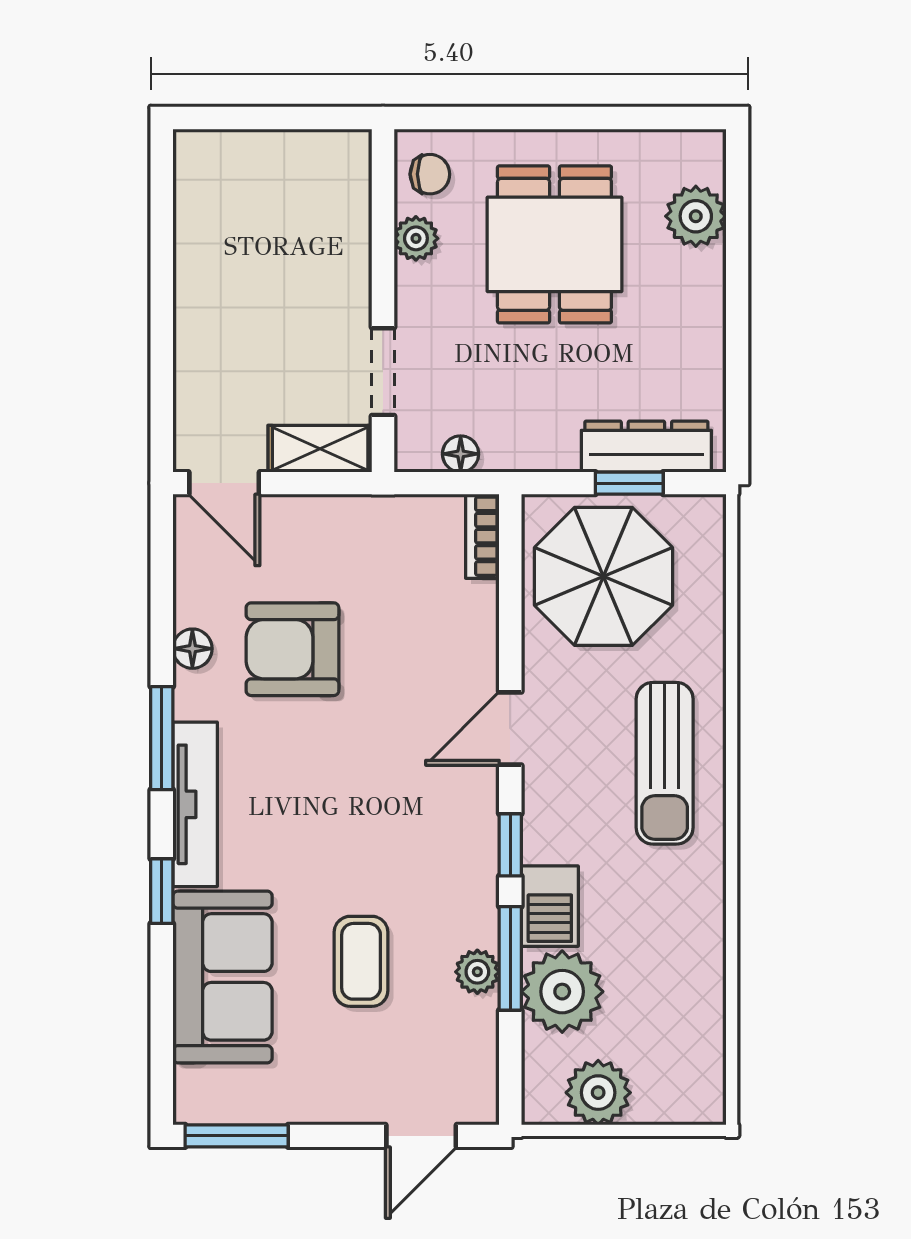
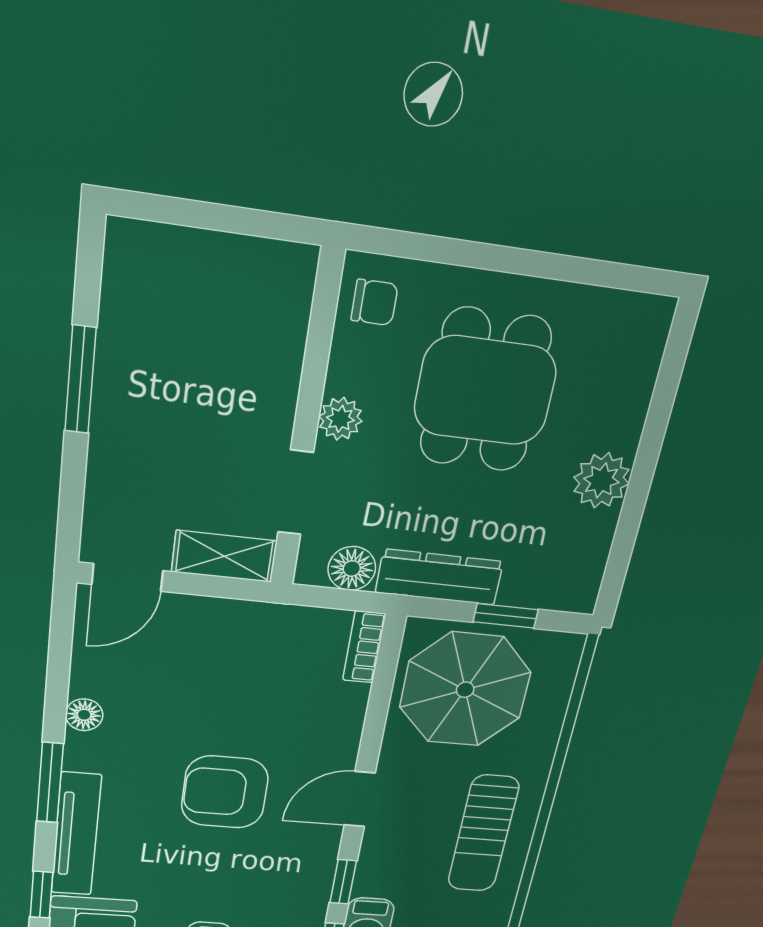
plant: (696, 216) -> (601, 480), moved
plant: (416, 238) -> (340, 419), moved
window: (162, 284) -> (80, 380), added
dresser: (646, 447) -> (439, 577), moved
floor lamp: (461, 454) -> (352, 568), width x1.37, depth x1.37
door: (224, 483) -> (127, 577), hinge flipped
armchair: (292, 649) -> (225, 792), moved

